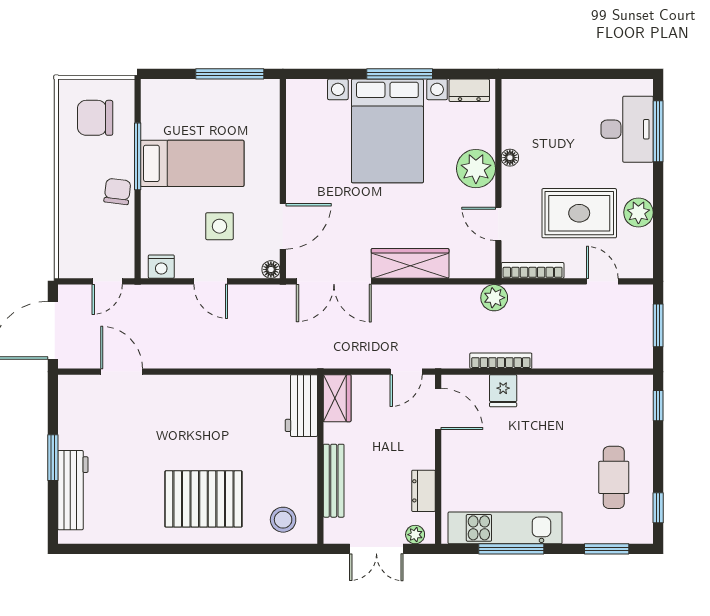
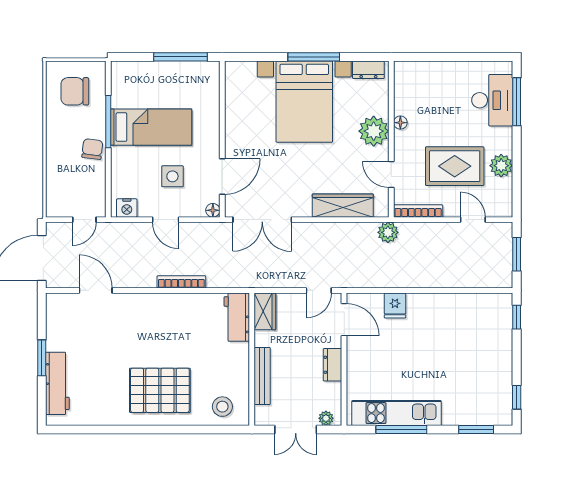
wardrobe: (410, 263) -> (343, 206), moved
bookcase: (501, 361) -> (181, 282), moved
cafe table: (614, 477) -> (482, 373), removed
dresser: (423, 491) -> (333, 365), moved

